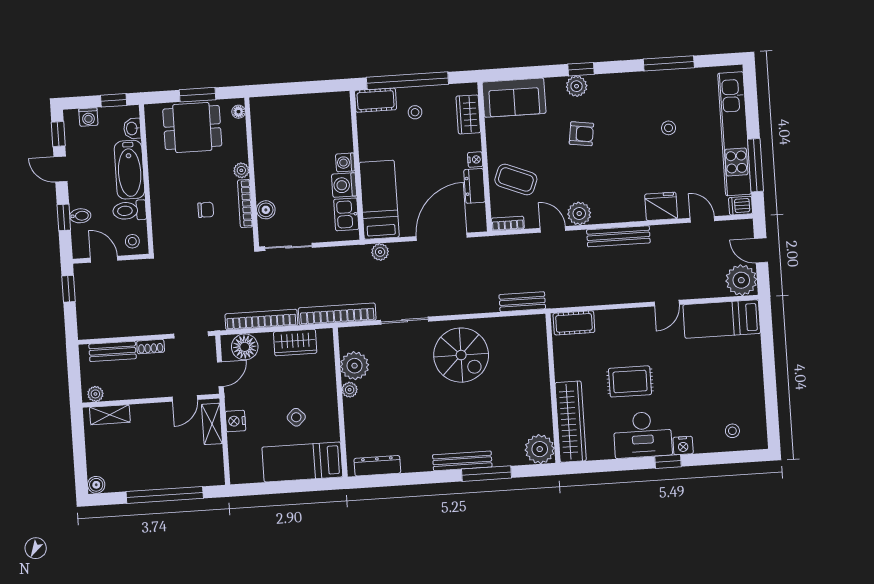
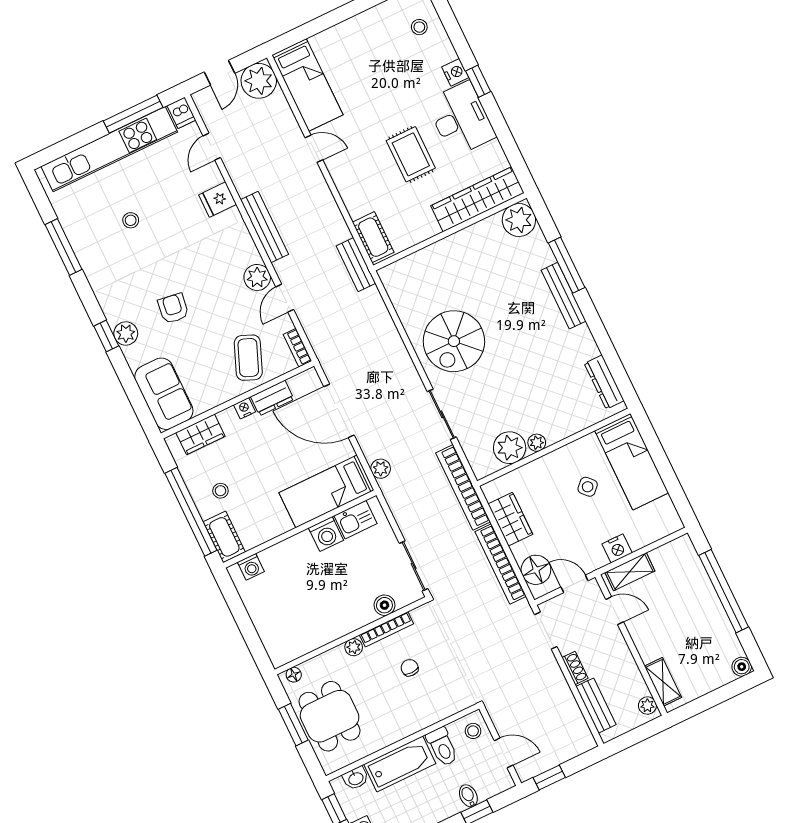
washing machine: (345, 162) -> (251, 567), moved
fridge: (661, 206) -> (218, 200), width x0.72
door: (104, 259) -> (504, 753), swing flipped
bench: (522, 302) -> (356, 265), moved
spiral stairs: (461, 355) -> (454, 341), turned 180

